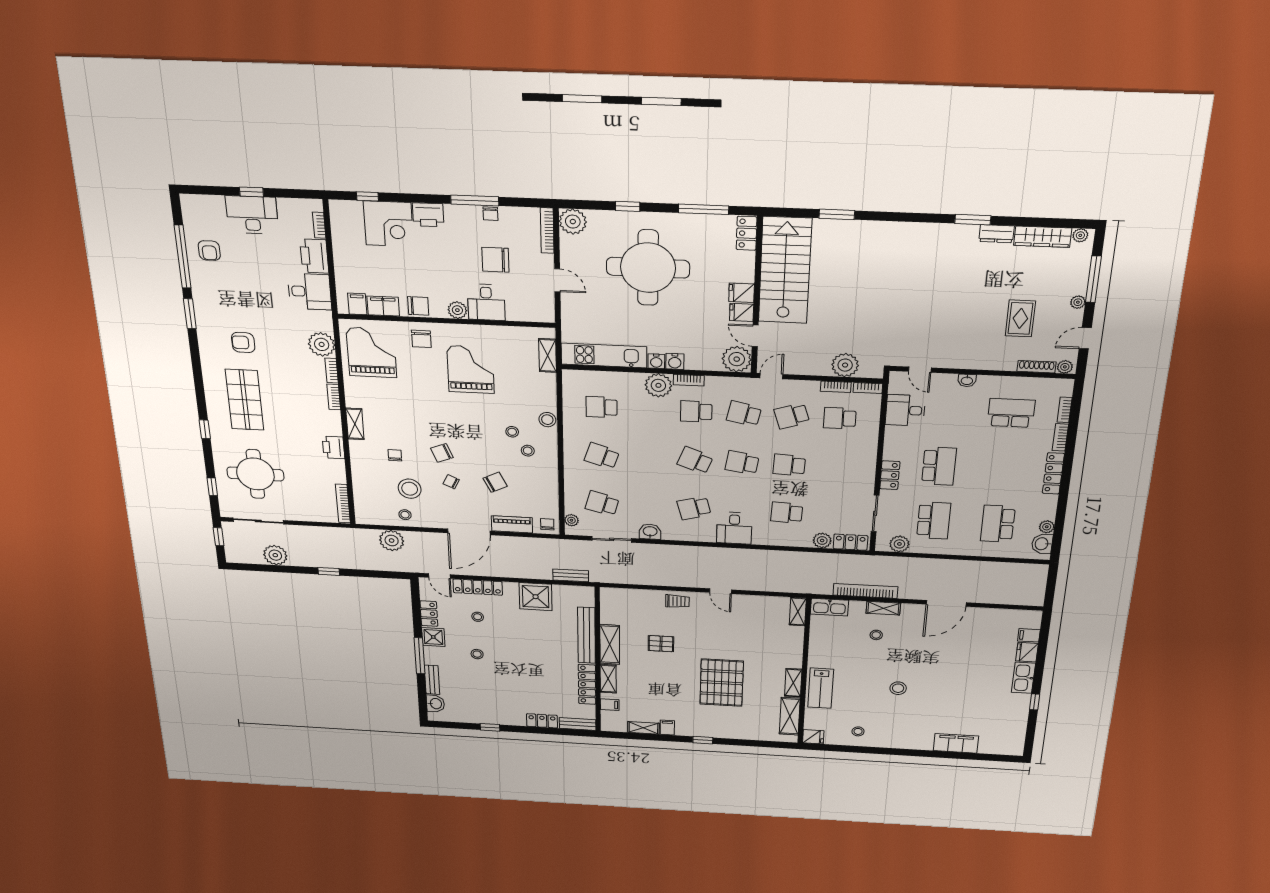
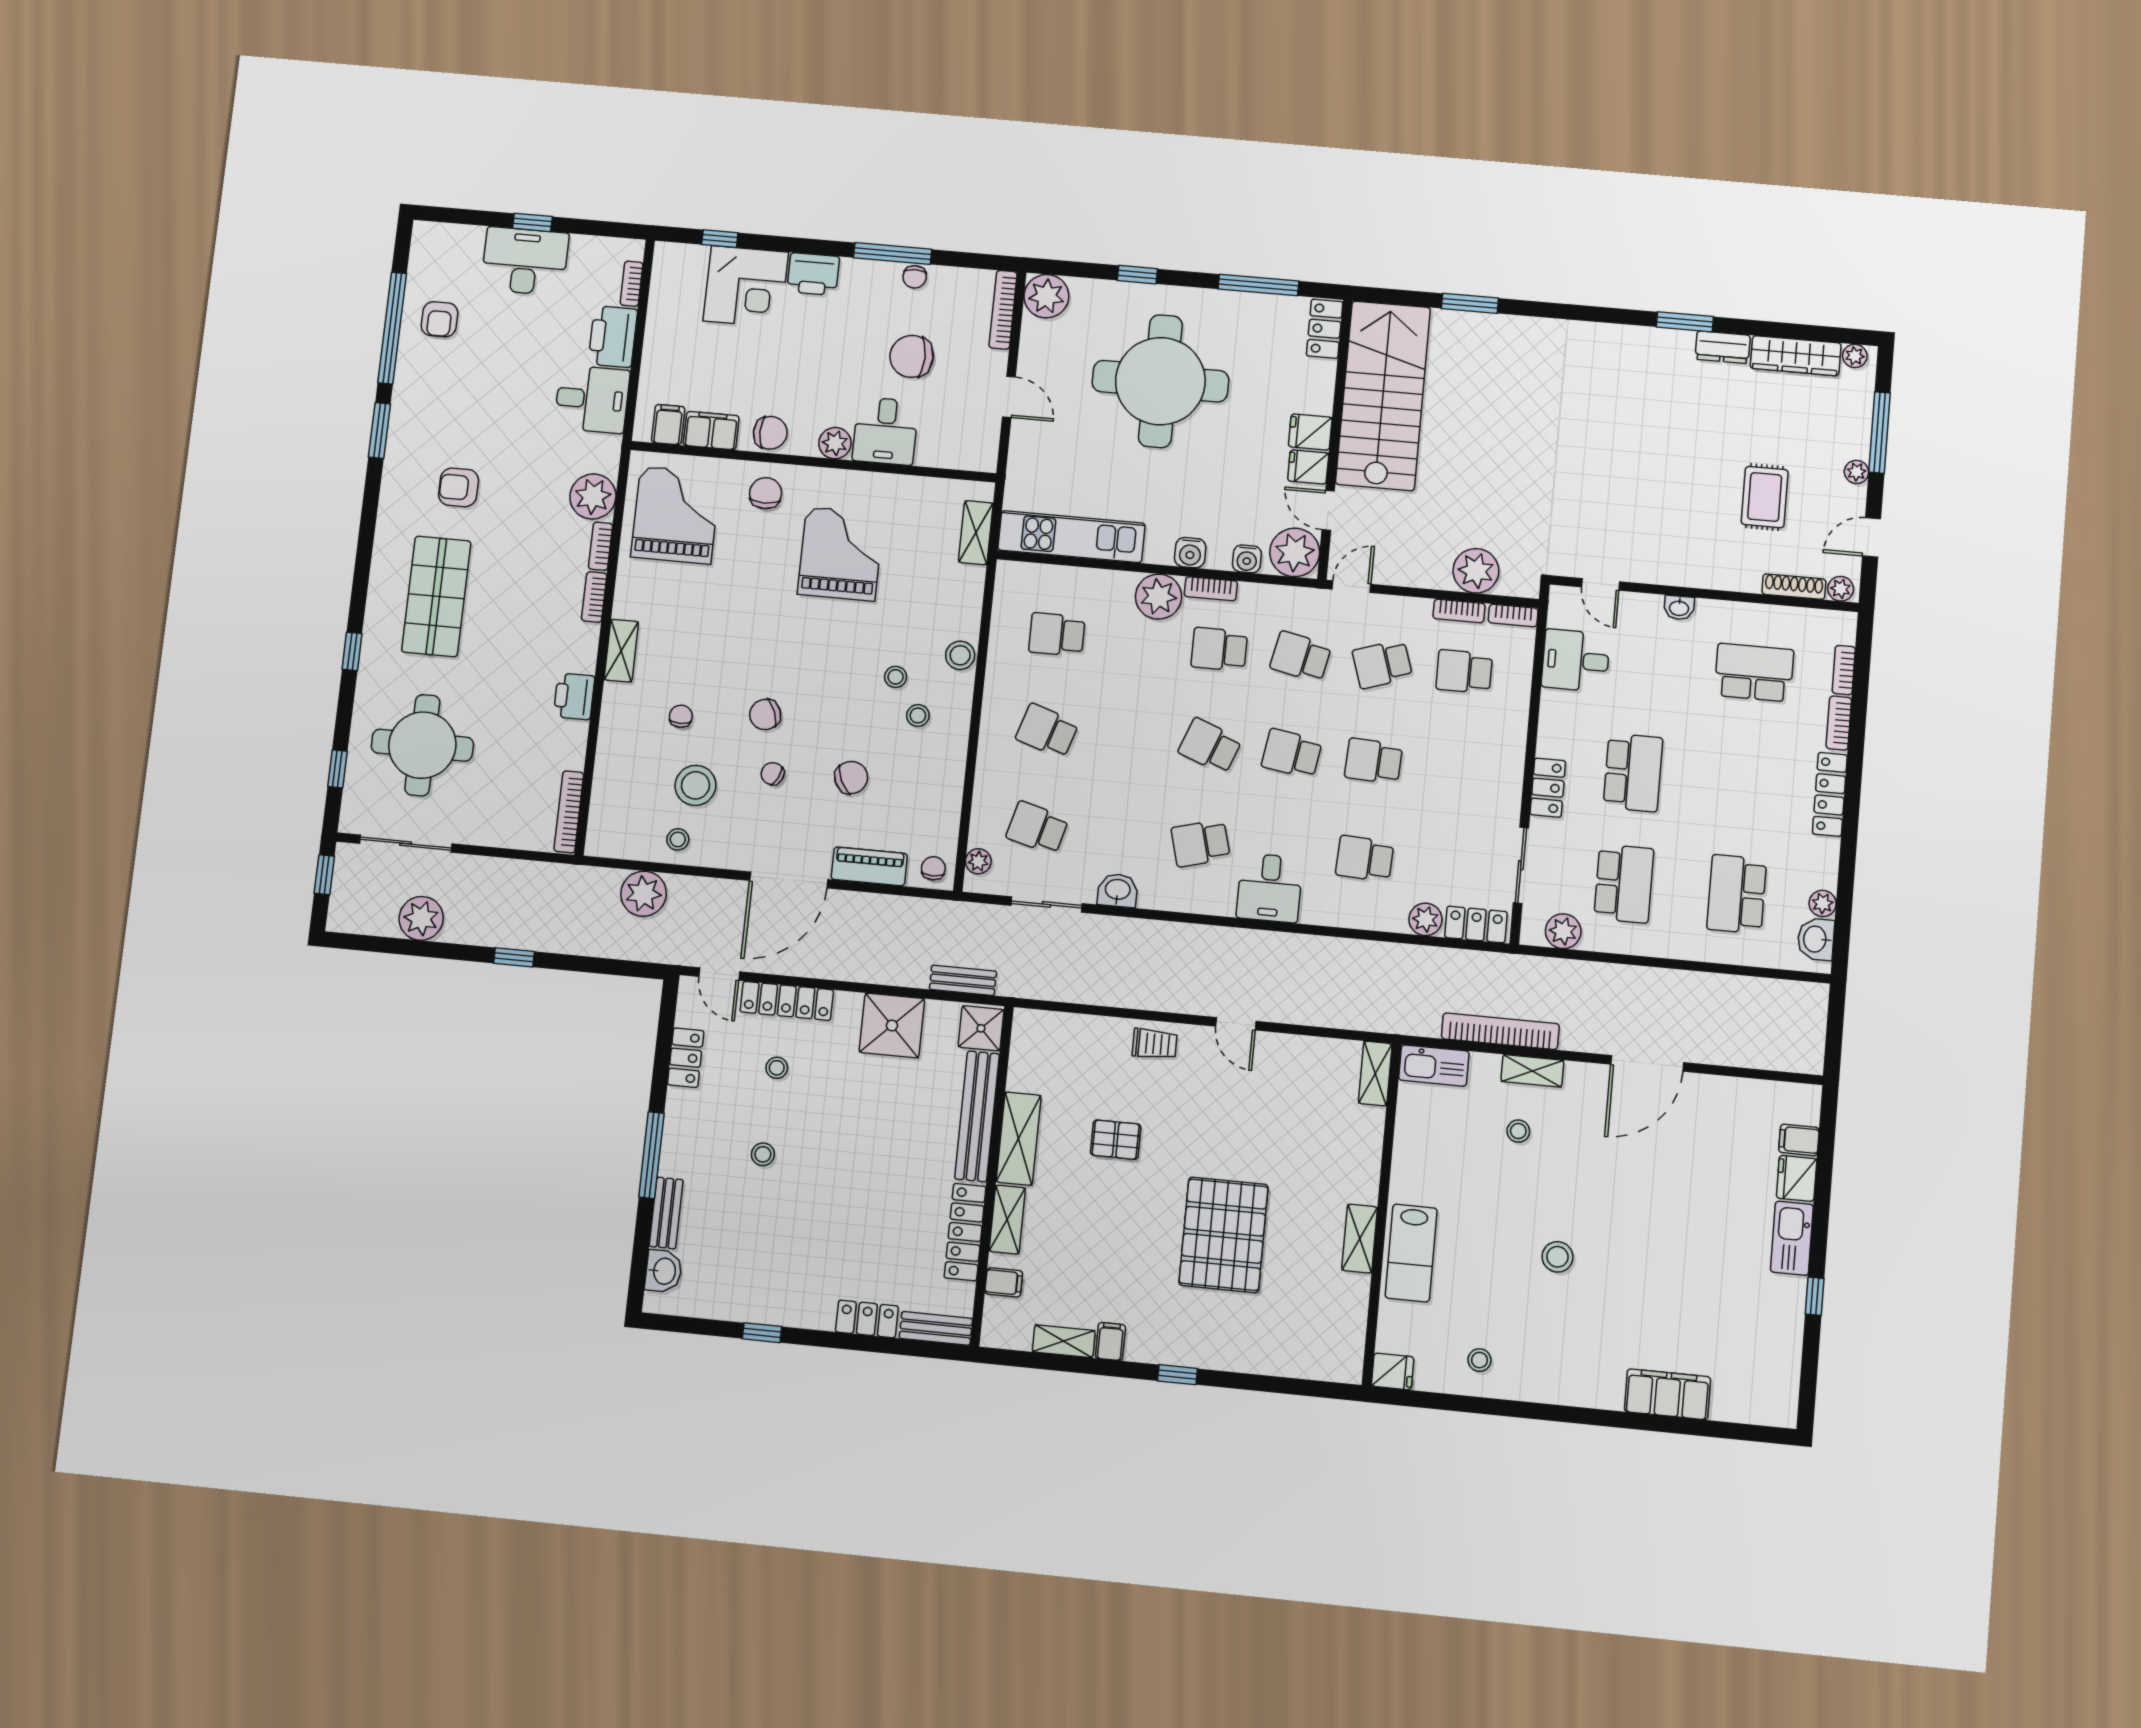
chair: (421, 339) -> (766, 493), turned 180
water cooler: (656, 361) -> (1247, 559), moved
shower: (433, 637) -> (981, 1028), moved
shelving: (790, 716) -> (1349, 1319), removed

